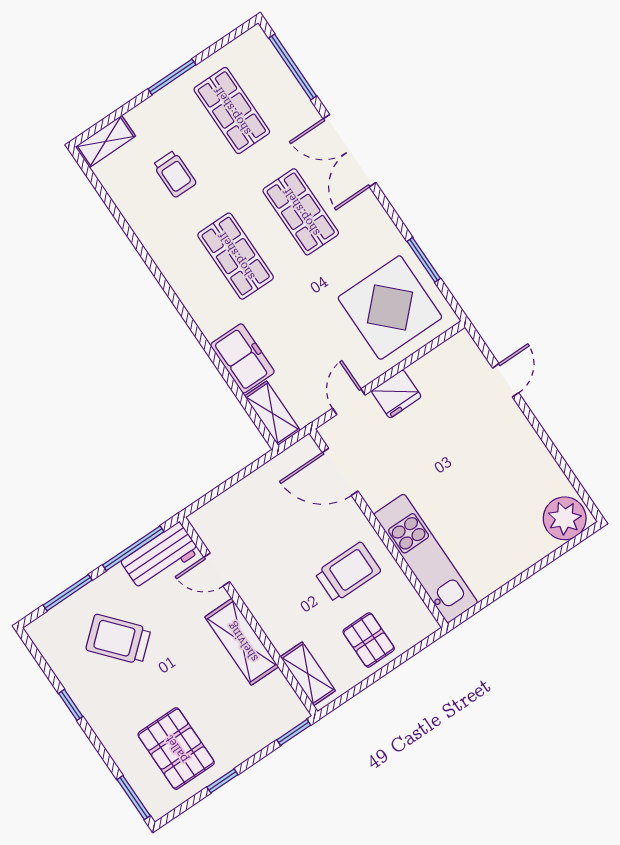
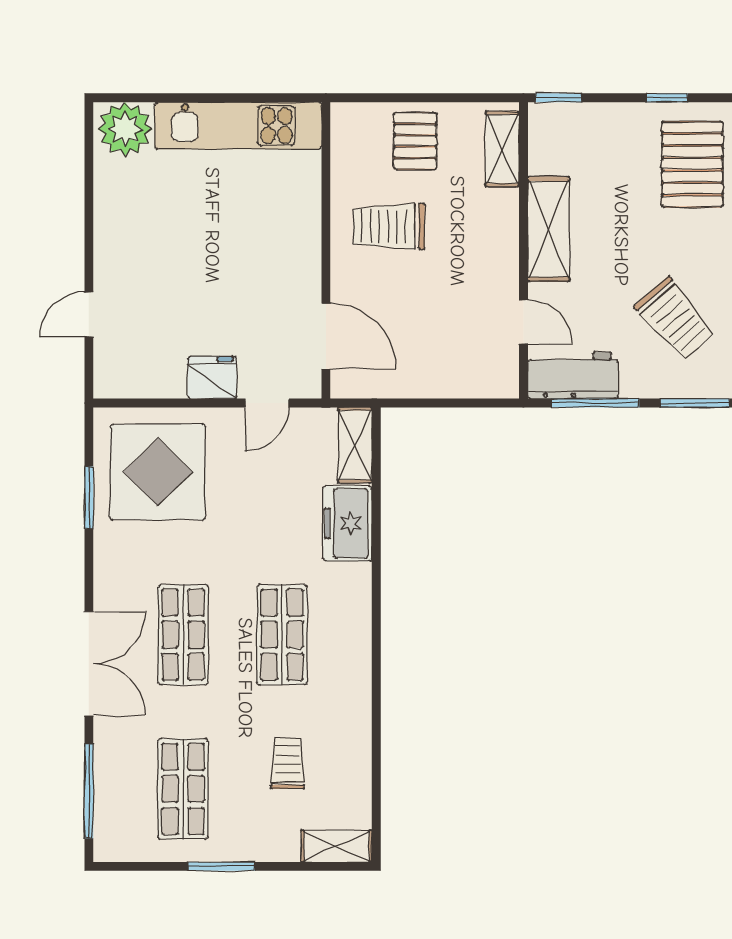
kitchen unit: (426, 558) -> (238, 126), moved, turned -90

